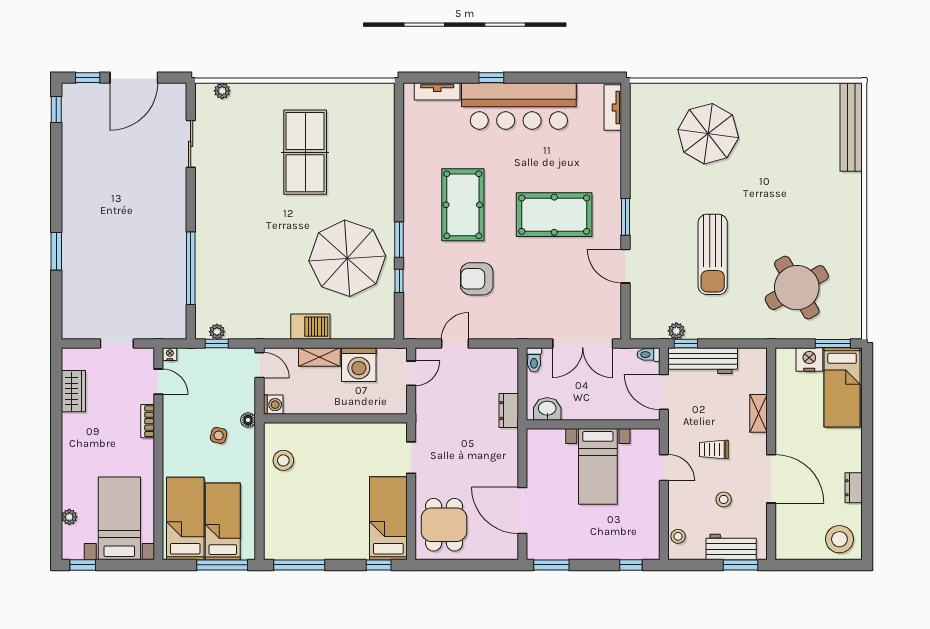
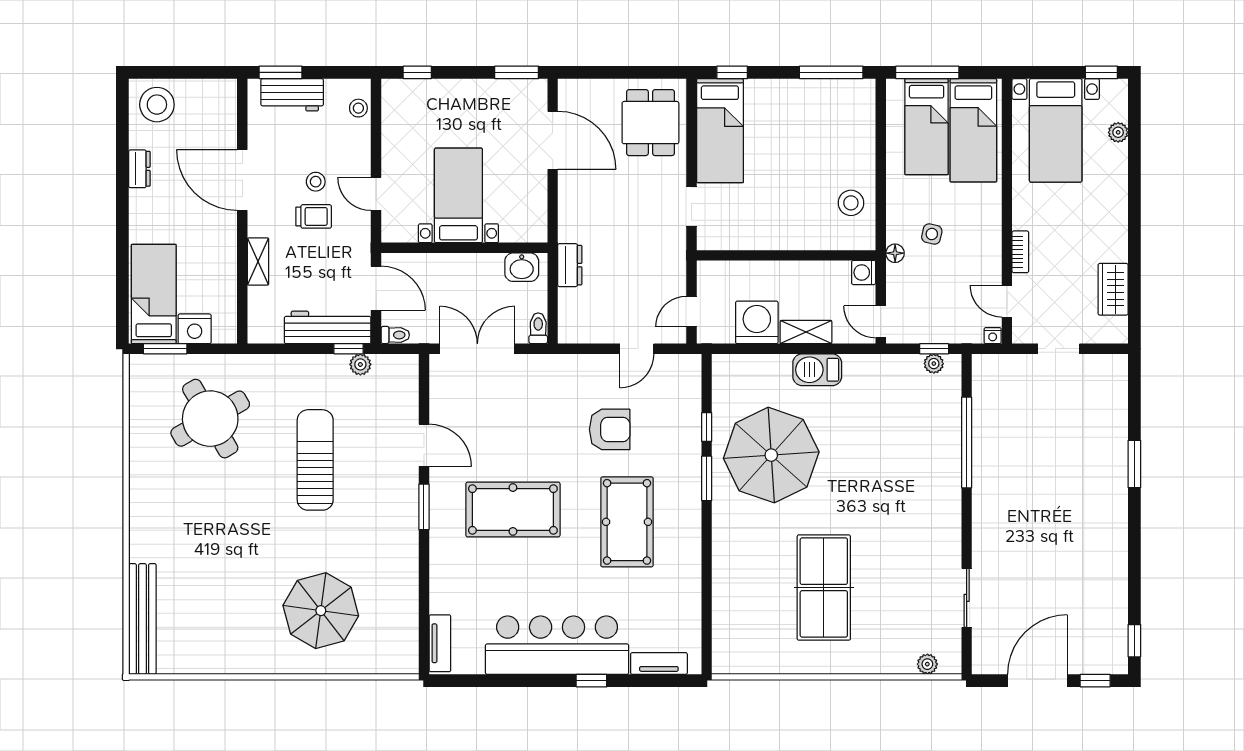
stool: (724, 499) -> (316, 182), moved

